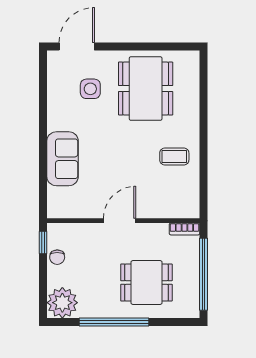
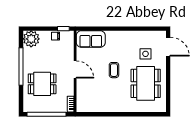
dining table: (146, 89) -> (146, 83), turned 90
coffee table: (174, 156) -> (114, 70), moved
sofa: (63, 159) -> (91, 39), moved
dining table: (146, 283) -> (42, 84), turned 90

